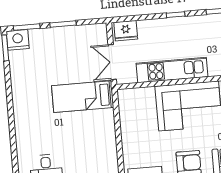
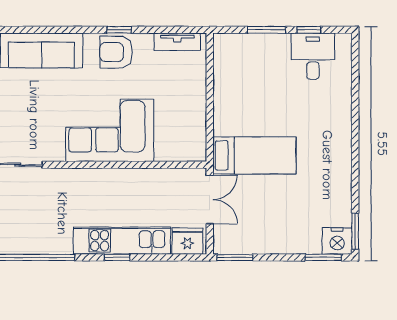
window: (63, 24) -> (235, 257), moved
kitchen unit: (172, 70) -> (122, 241), moved, turned 180

